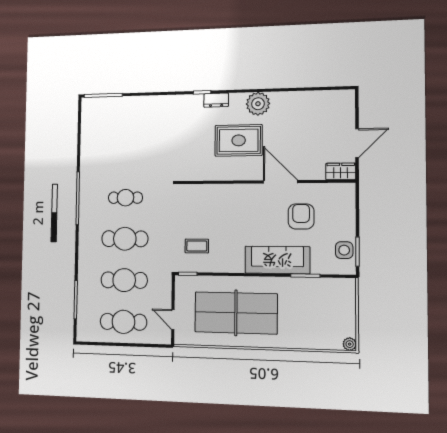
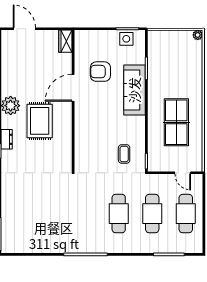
door: (357, 143) -> (24, 29), moved
cafe table: (125, 198) -> (85, 214), removed
table tennis table: (236, 313) -> (176, 122), width x0.73, depth x0.76
door: (173, 319) -> (183, 173), hinge flipped

